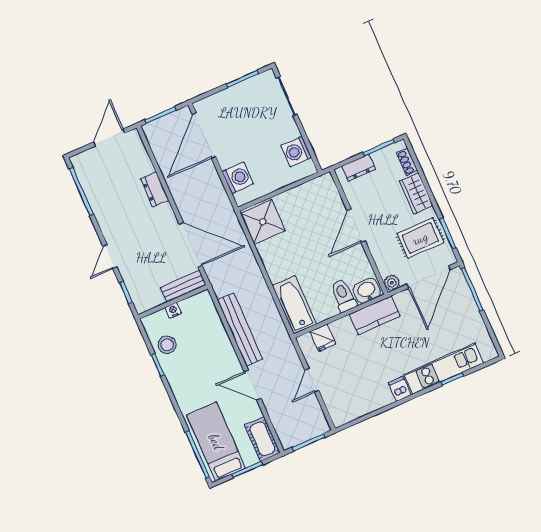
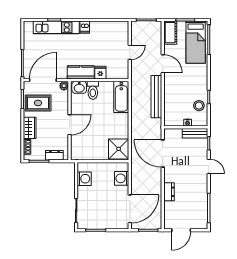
door: (110, 257) -> (209, 166), hinge flipped
bench: (183, 286) -> (195, 133), moved
fridge: (323, 338) -> (100, 73), moved

